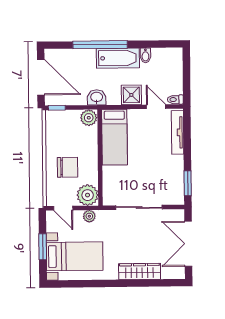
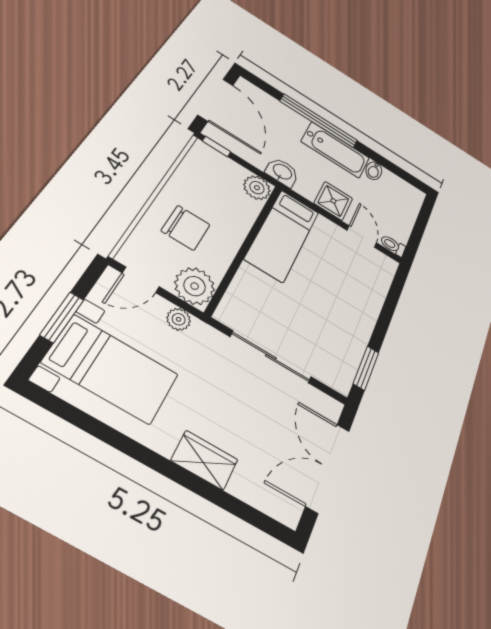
tv unit: (178, 132) -> (379, 288), removed
door: (63, 208) -> (141, 280), hinge flipped
wardrobe: (140, 271) -> (205, 460), width x0.67

